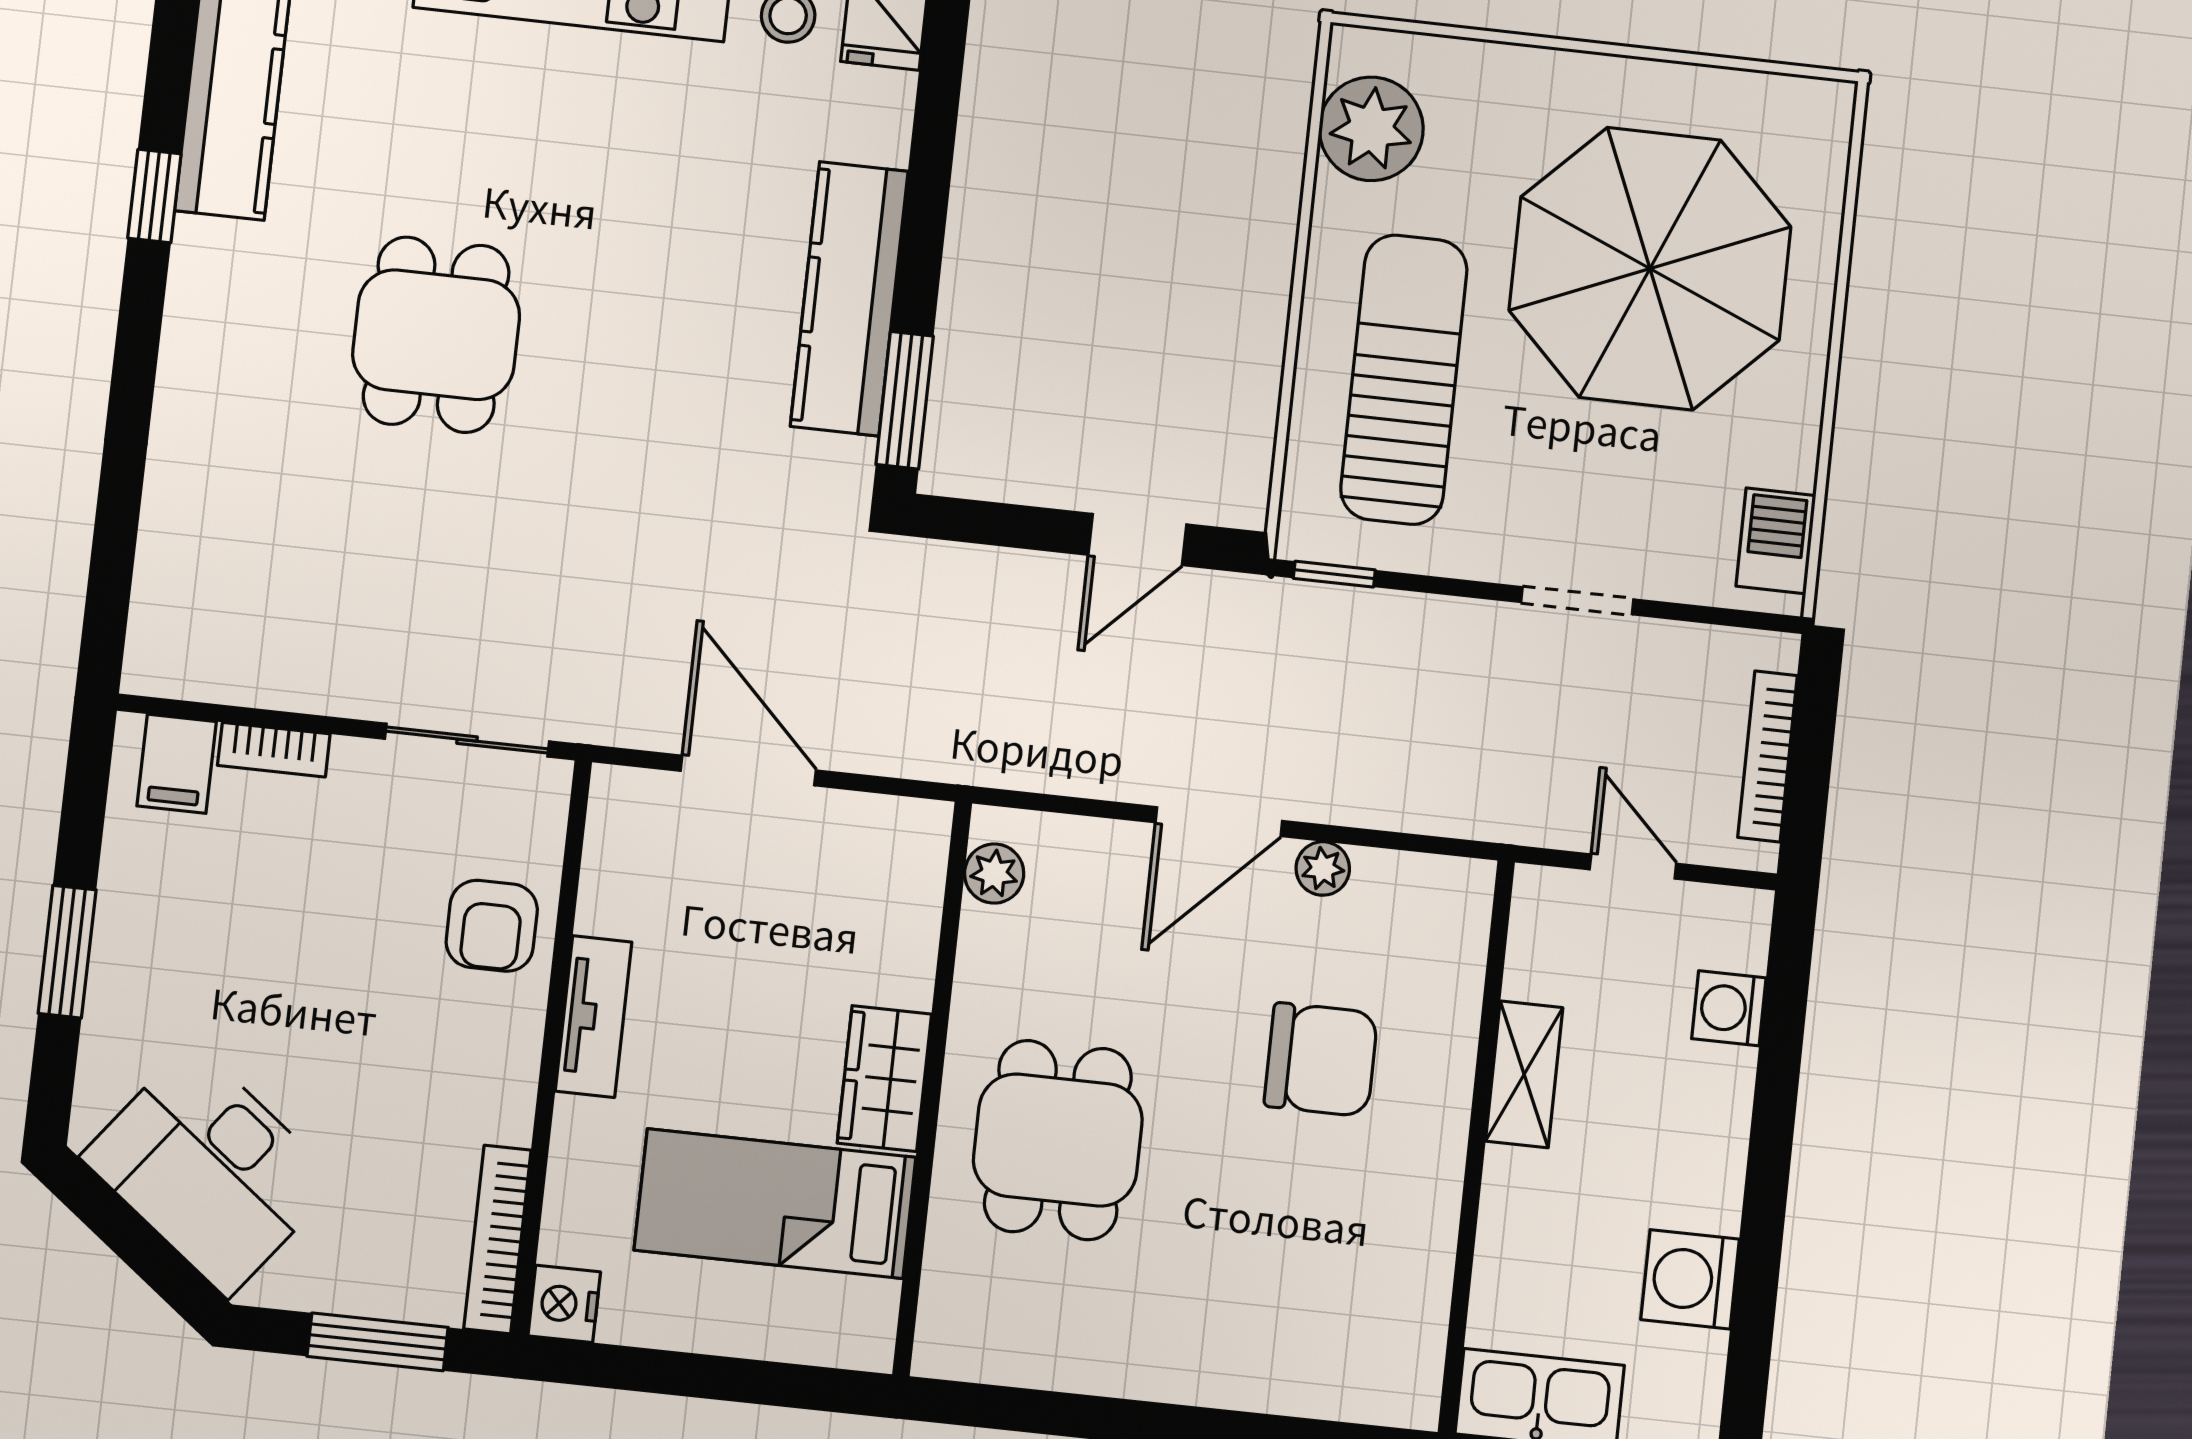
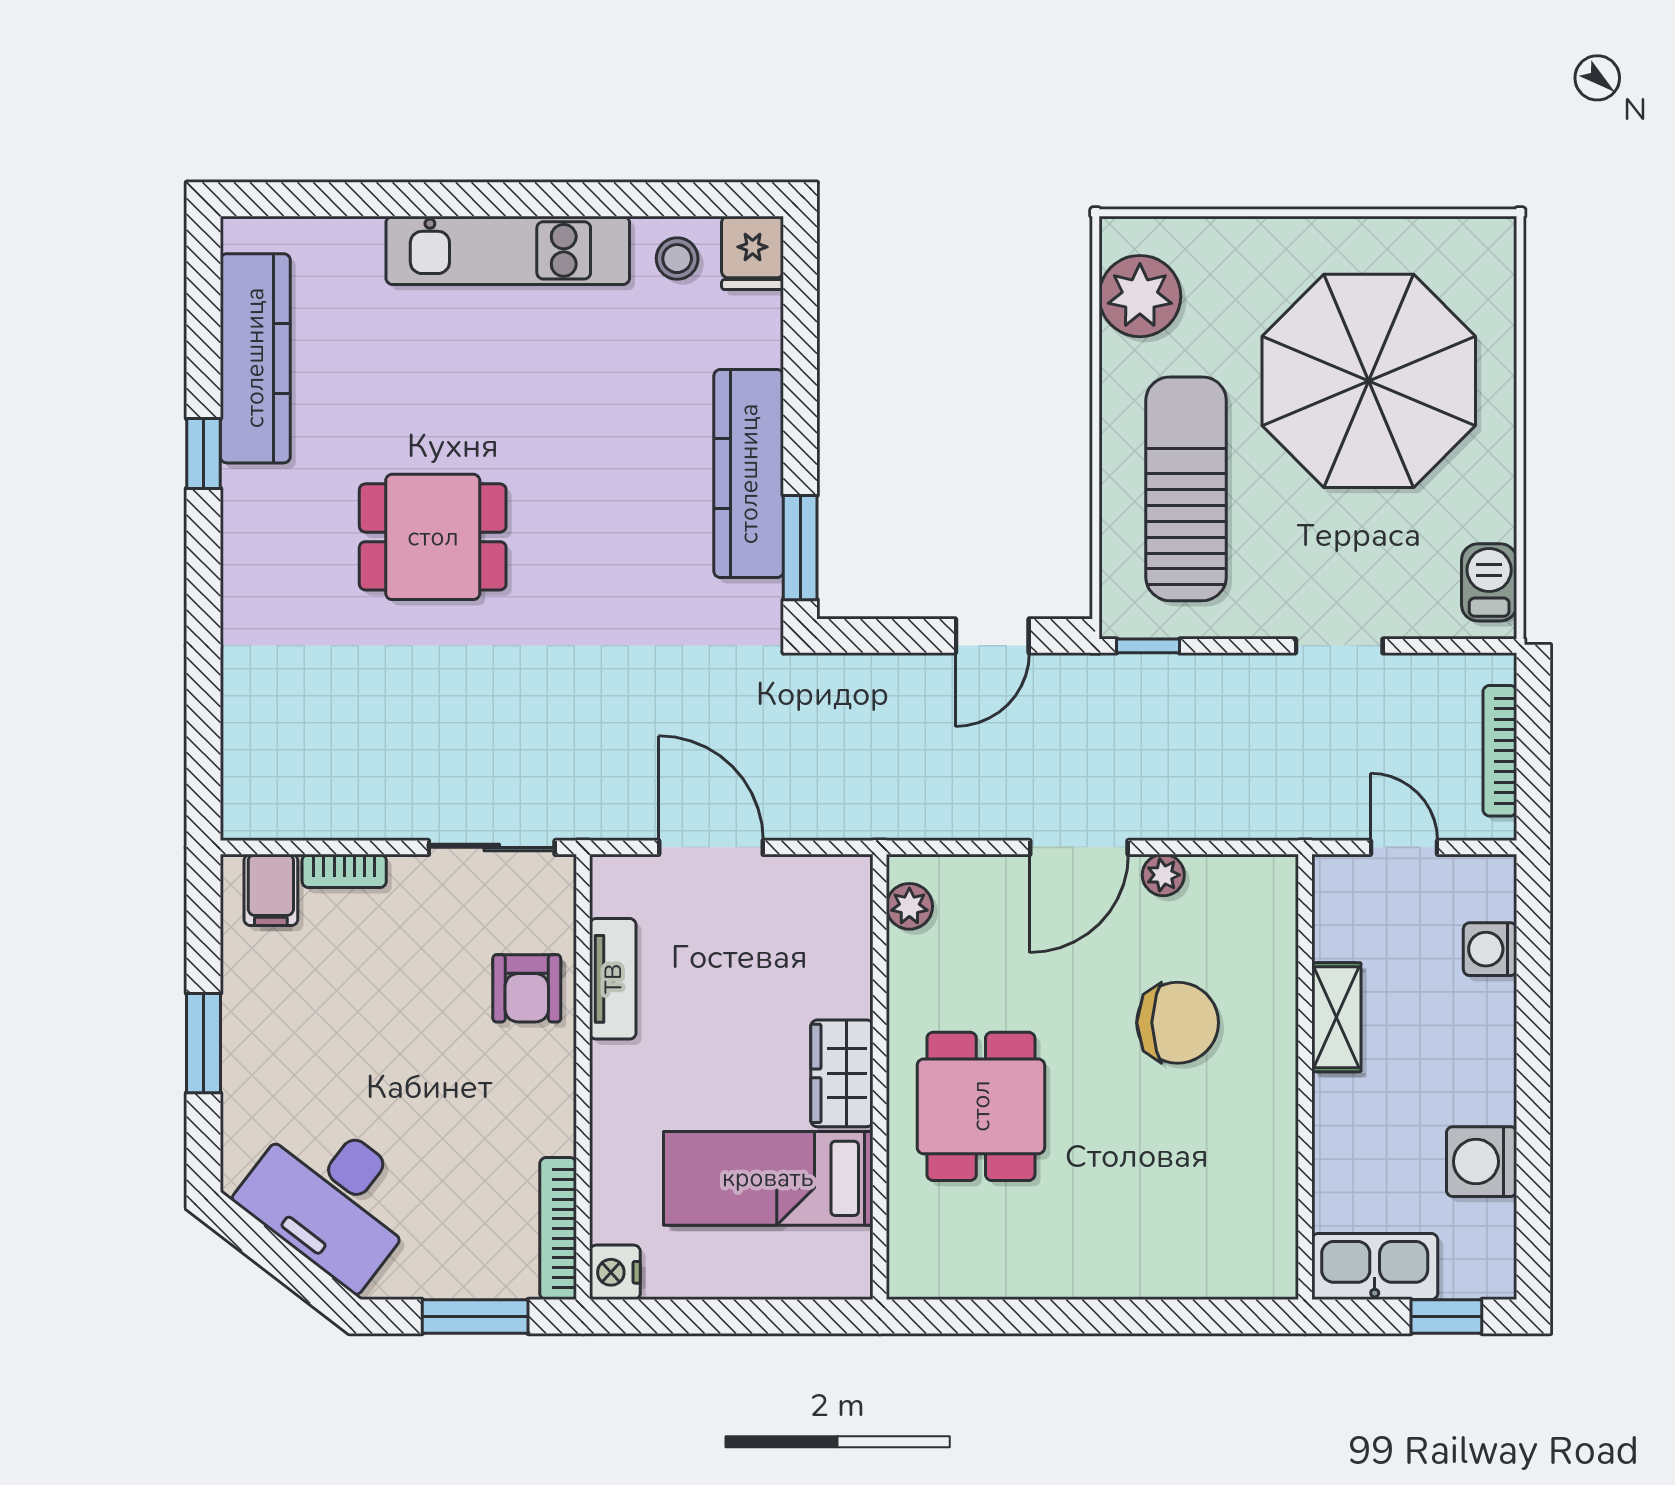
dining table: (436, 335) -> (433, 537), turned 90
tv unit: (594, 1017) -> (613, 979), moved

